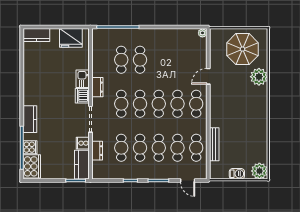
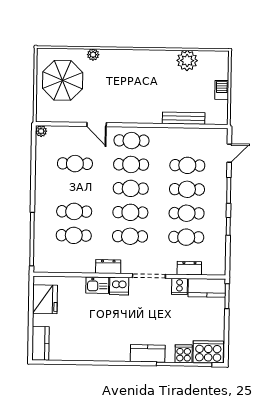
plant: (259, 77) -> (93, 55), width x0.53, depth x0.53
cafe table: (196, 148) -> (75, 164), moved
plant: (259, 171) -> (187, 61), moved

